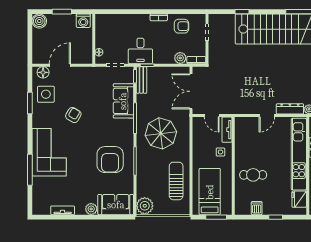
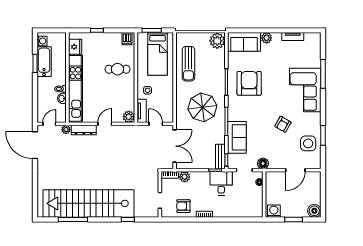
floor lamp: (43, 72) -> (263, 164), moved
plant: (241, 123) -> (129, 117), added
dishwasher: (257, 208) -> (127, 39), moved

